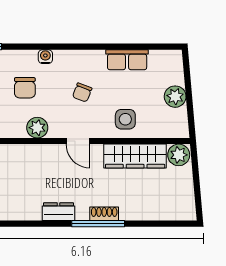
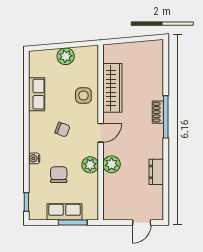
chair: (25, 88) -> (59, 175), turned -90
plant: (179, 155) -> (112, 164), moved
dresser: (59, 212) -> (156, 172), moved

